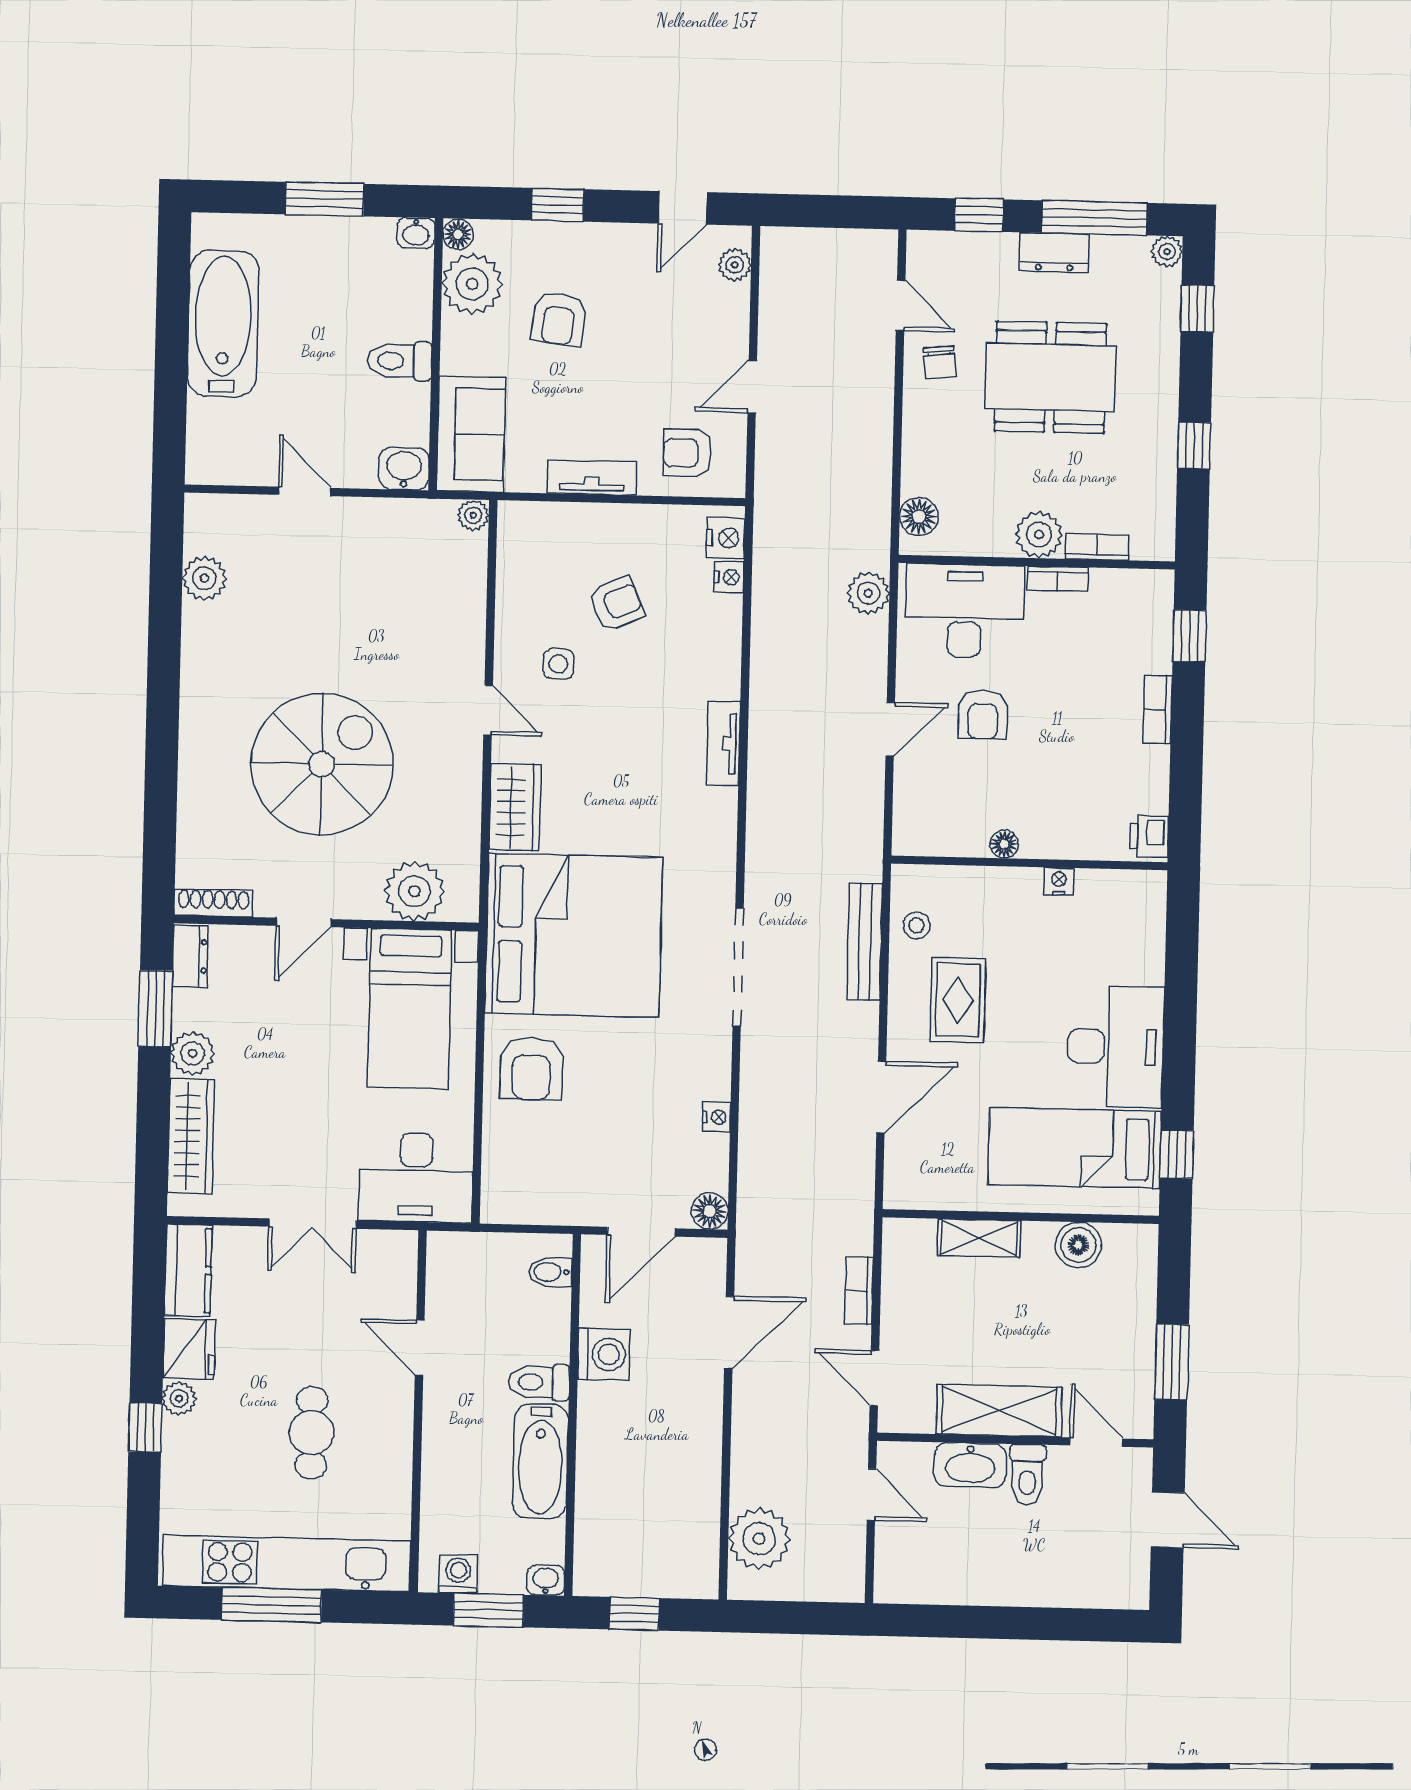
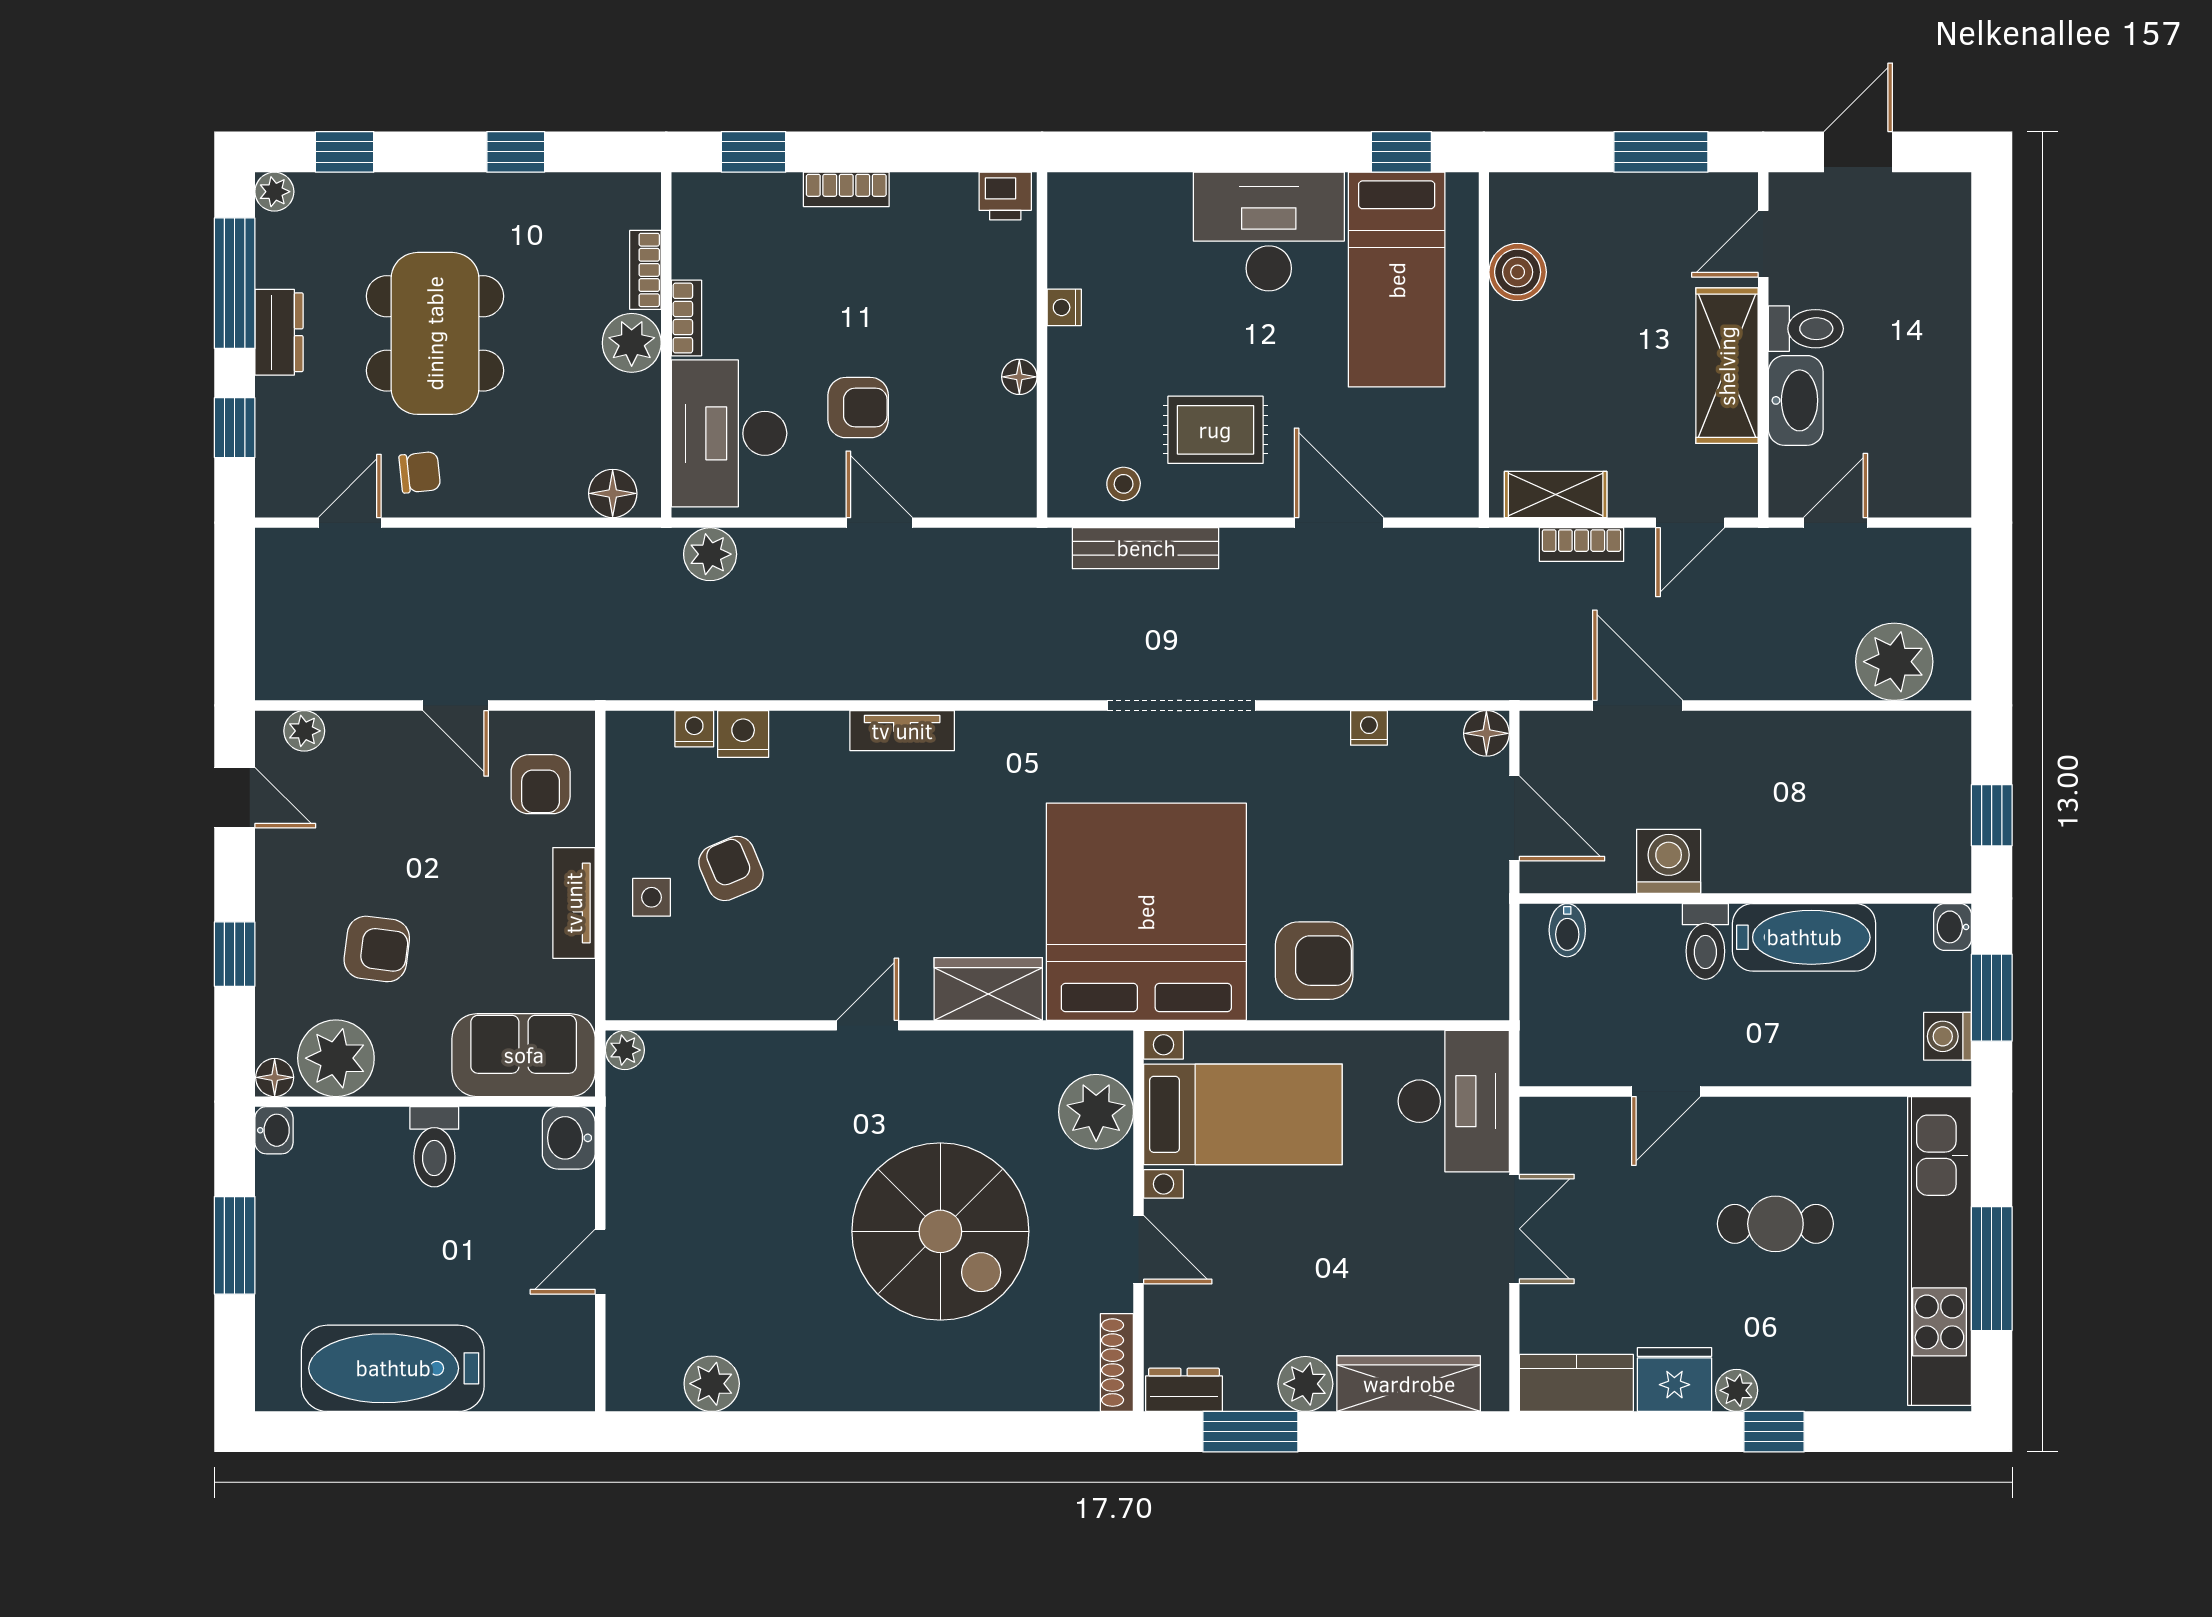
nightstand: (726, 538) -> (743, 734), moved
side table: (558, 664) -> (651, 897), moved
spiral stairs: (322, 764) -> (940, 1231), turned 180
shelving: (979, 1238) -> (1556, 494), moved, turned 90

